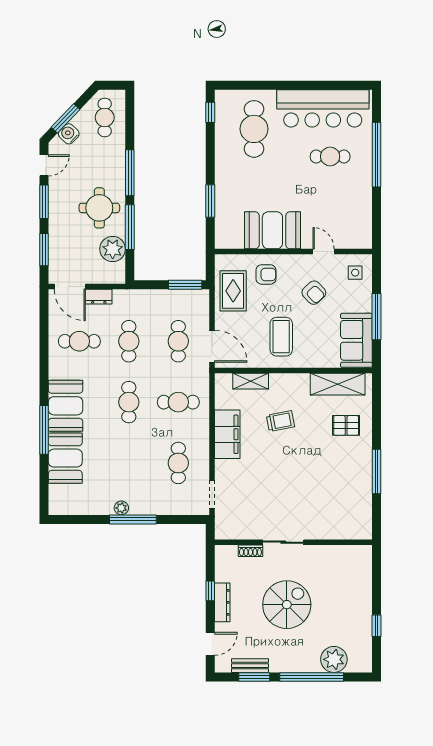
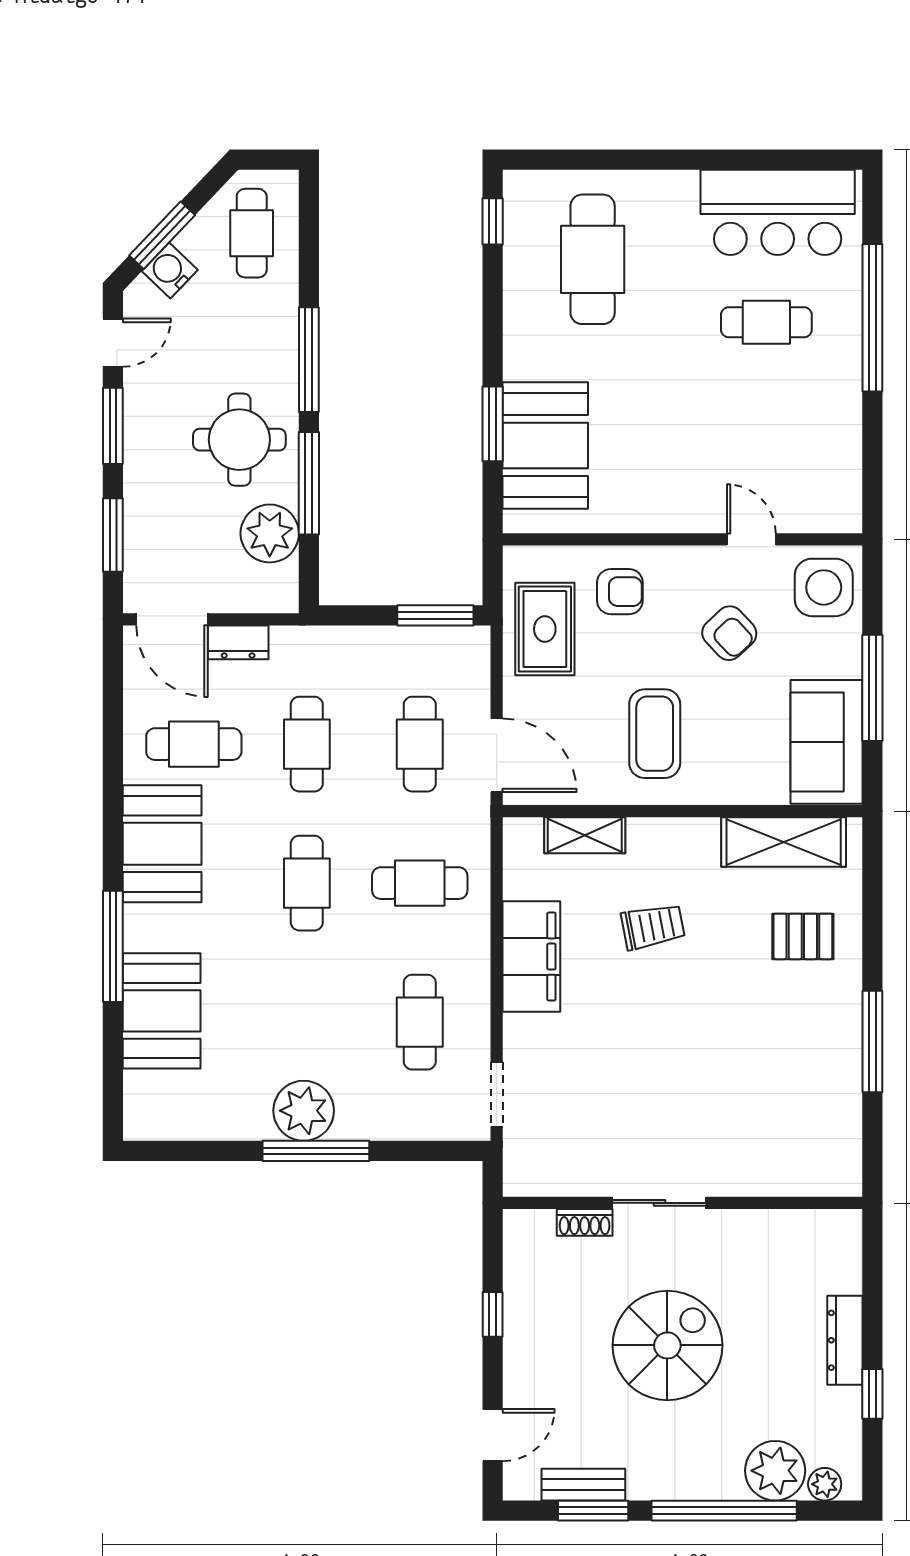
bar counter: (323, 108) -> (778, 212), width x0.73
booth: (272, 230) -> (545, 445), moved, turned 90
side table: (355, 273) -> (824, 587), width x1.87, depth x1.87
booth: (66, 406) -> (162, 844), moved
plant: (121, 508) -> (304, 1111), width x1.88, depth x1.88
dresser: (222, 602) -> (845, 1340), moved, turned 180
plant: (356, 665) -> (825, 1484), added

